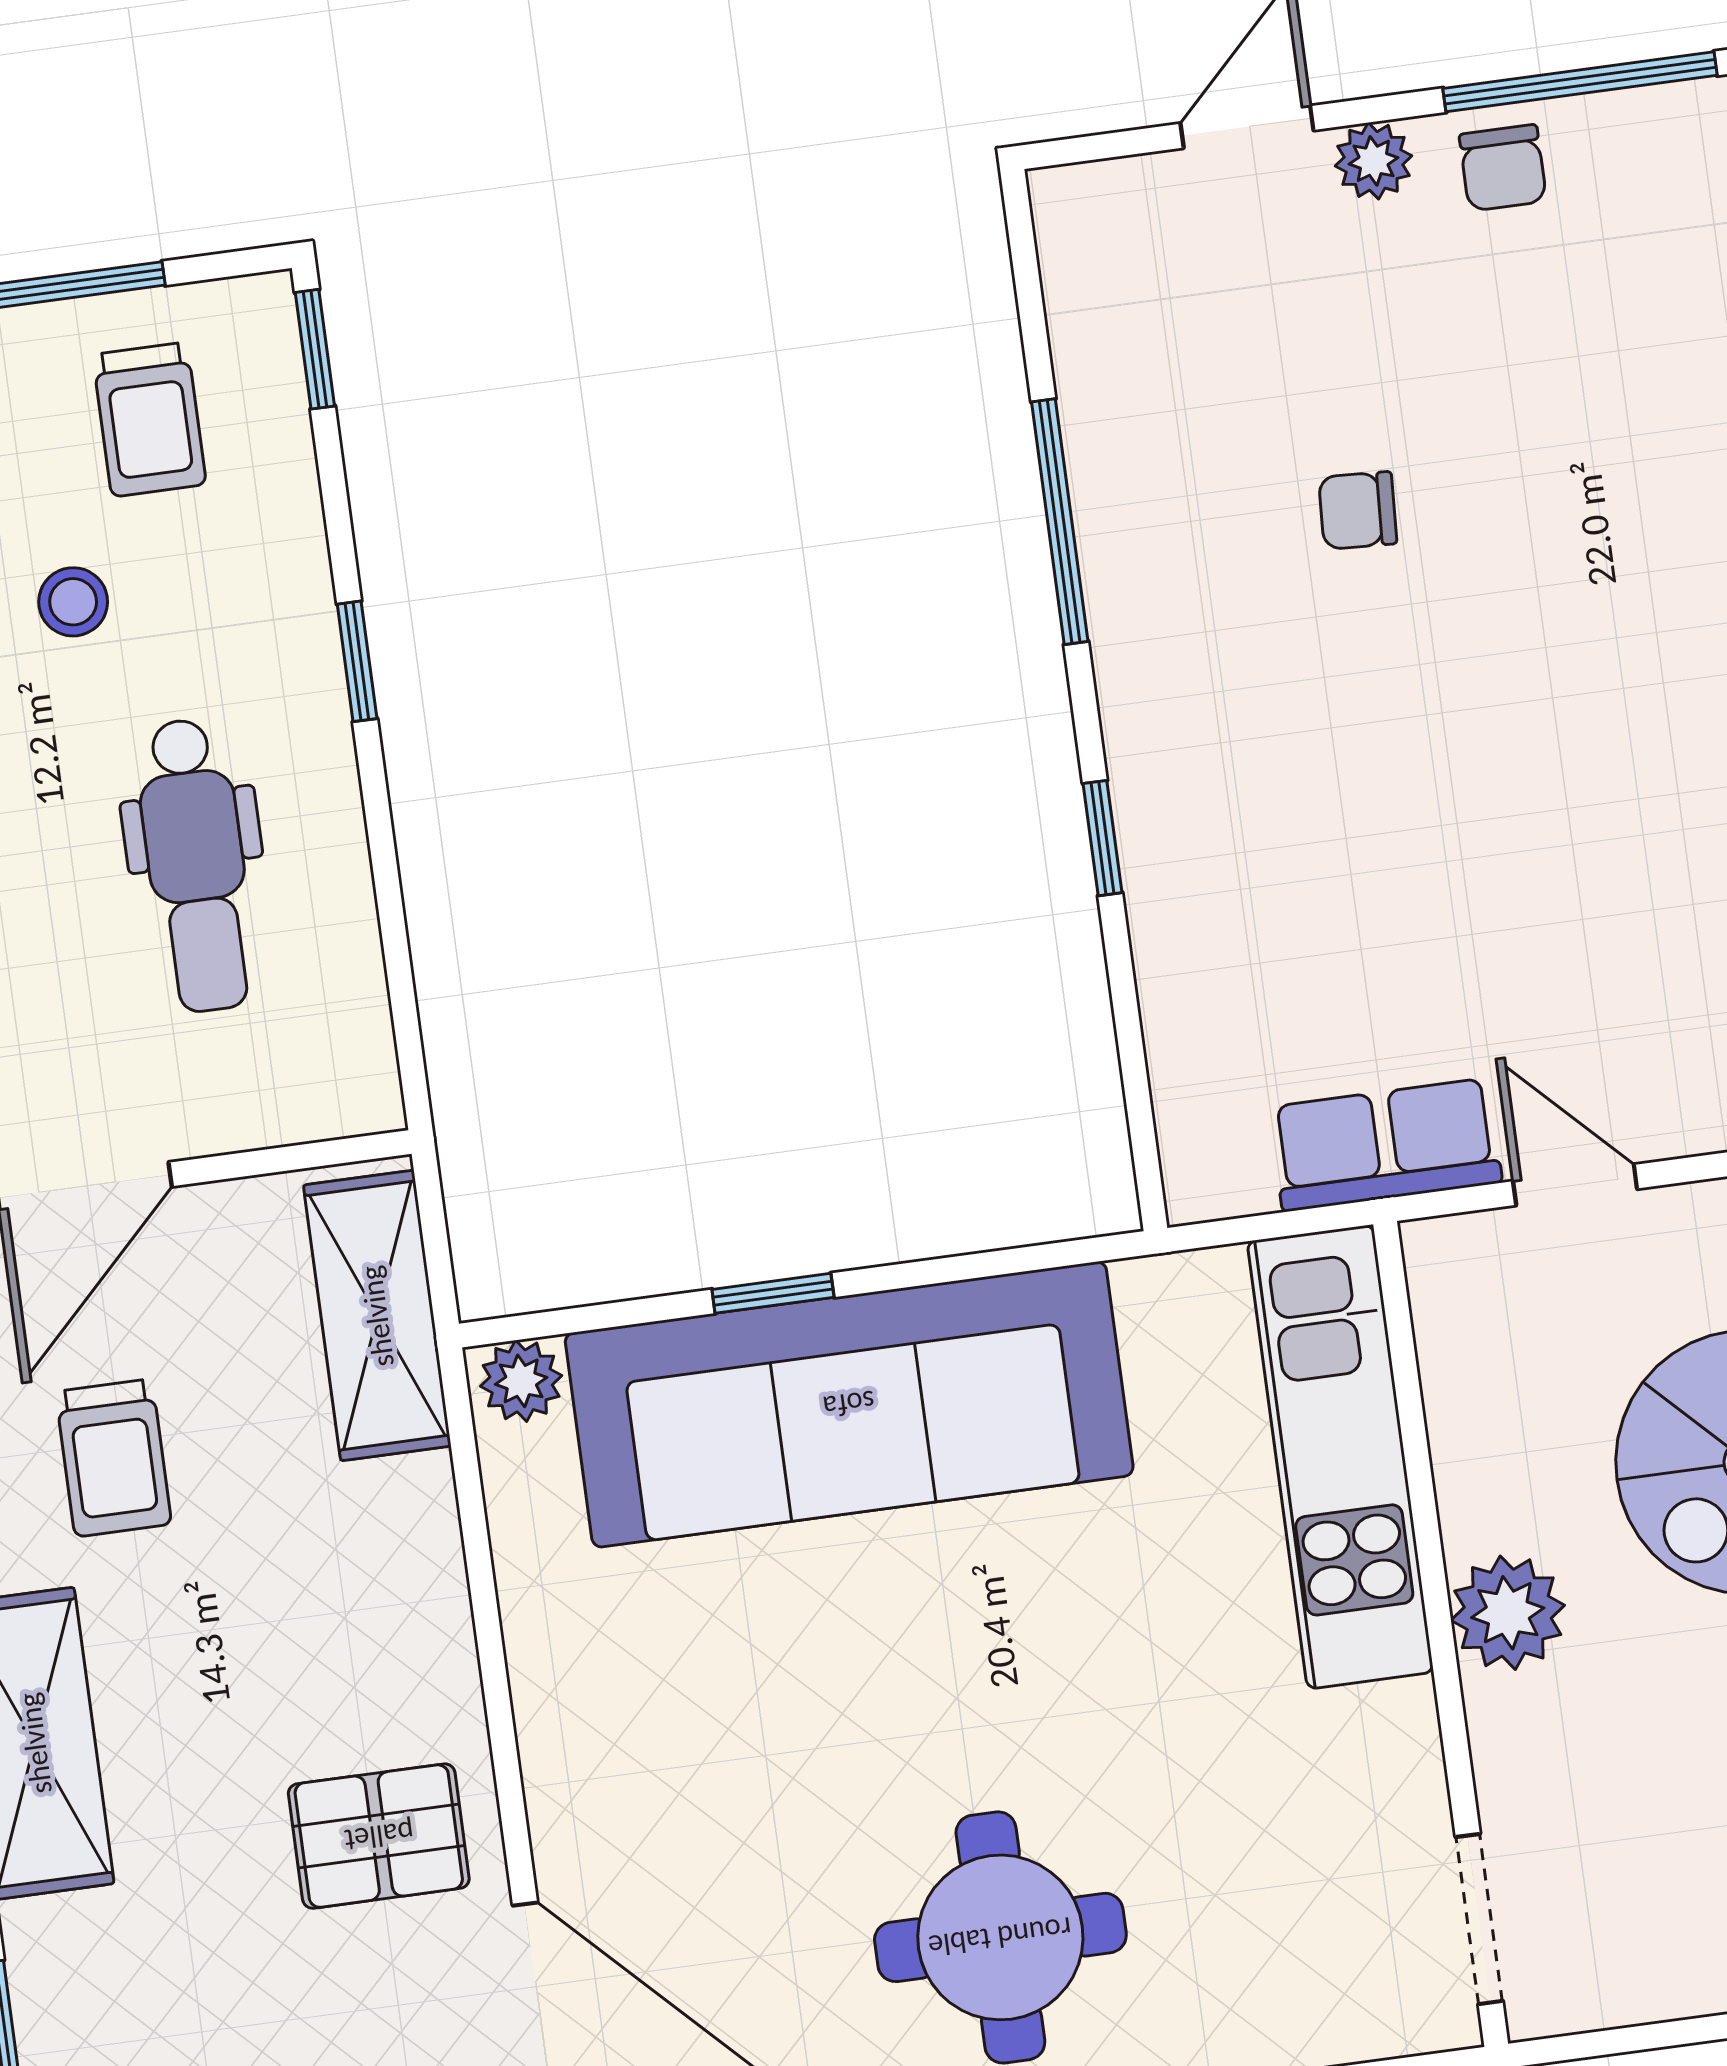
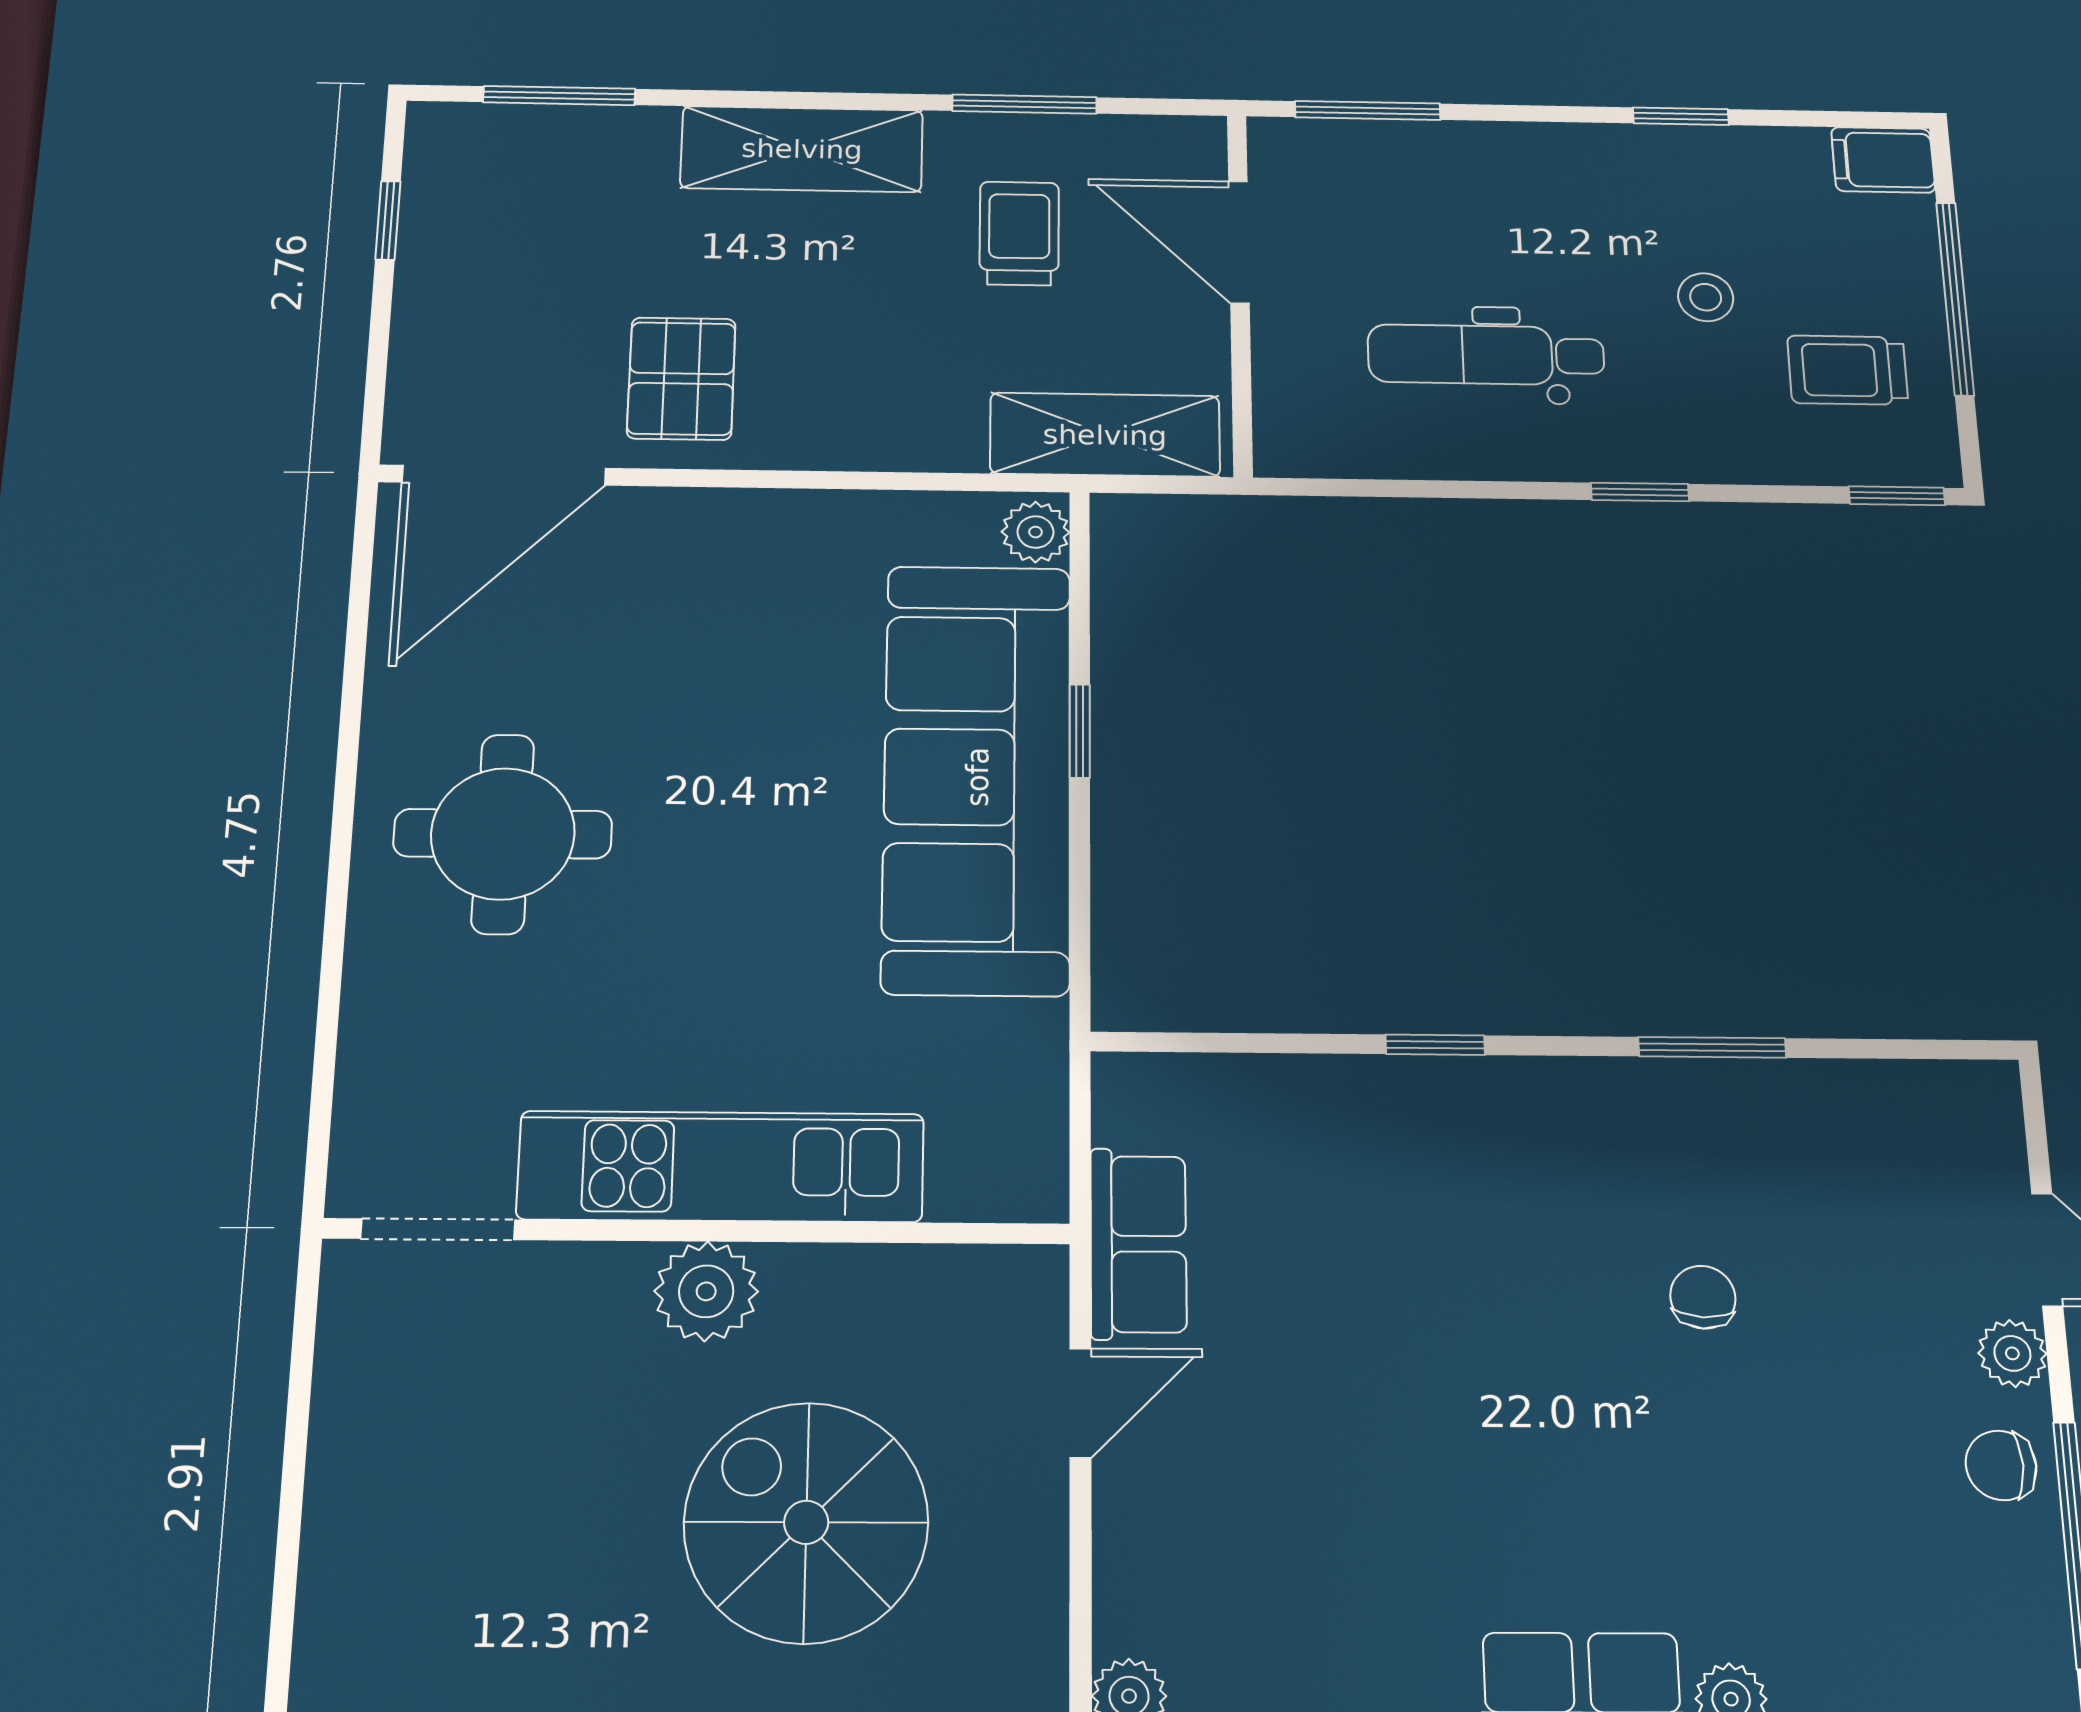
window: (1060, 522) -> (1712, 1047), width x0.69
kitchen unit: (1340, 1457) -> (721, 1166), moved
trolley: (114, 1458) -> (1019, 233), turned 90

